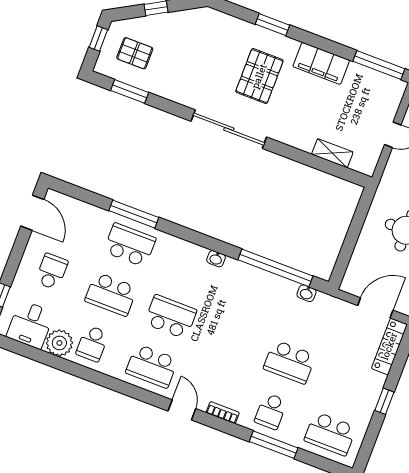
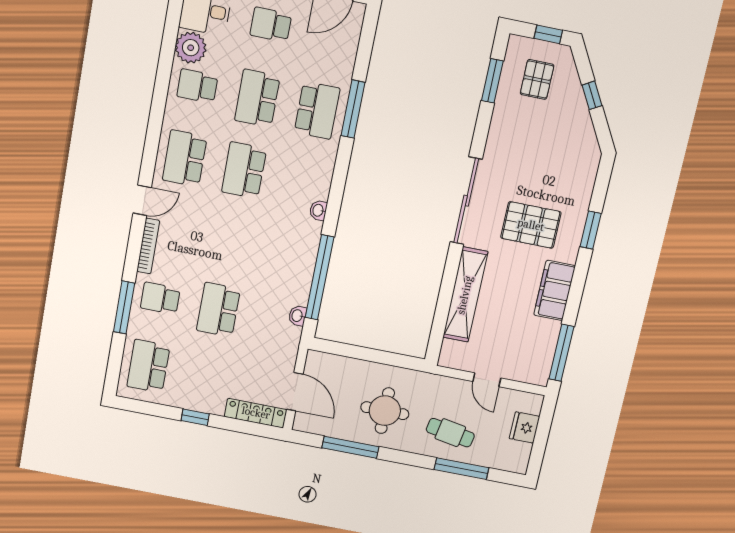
shelving: (332, 153) -> (465, 295), width x2.20, depth x1.33
school desk: (52, 272) -> (271, 25), turned 180
school desk: (171, 317) -> (244, 170), turned 180
bookcase: (223, 413) -> (148, 246), width x1.56

